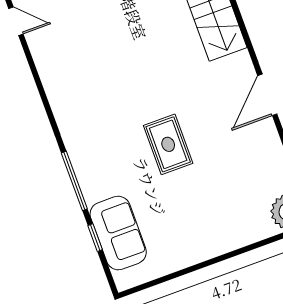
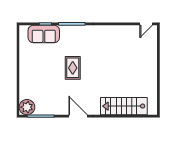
rug: (168, 144) -> (73, 68), turned 90

